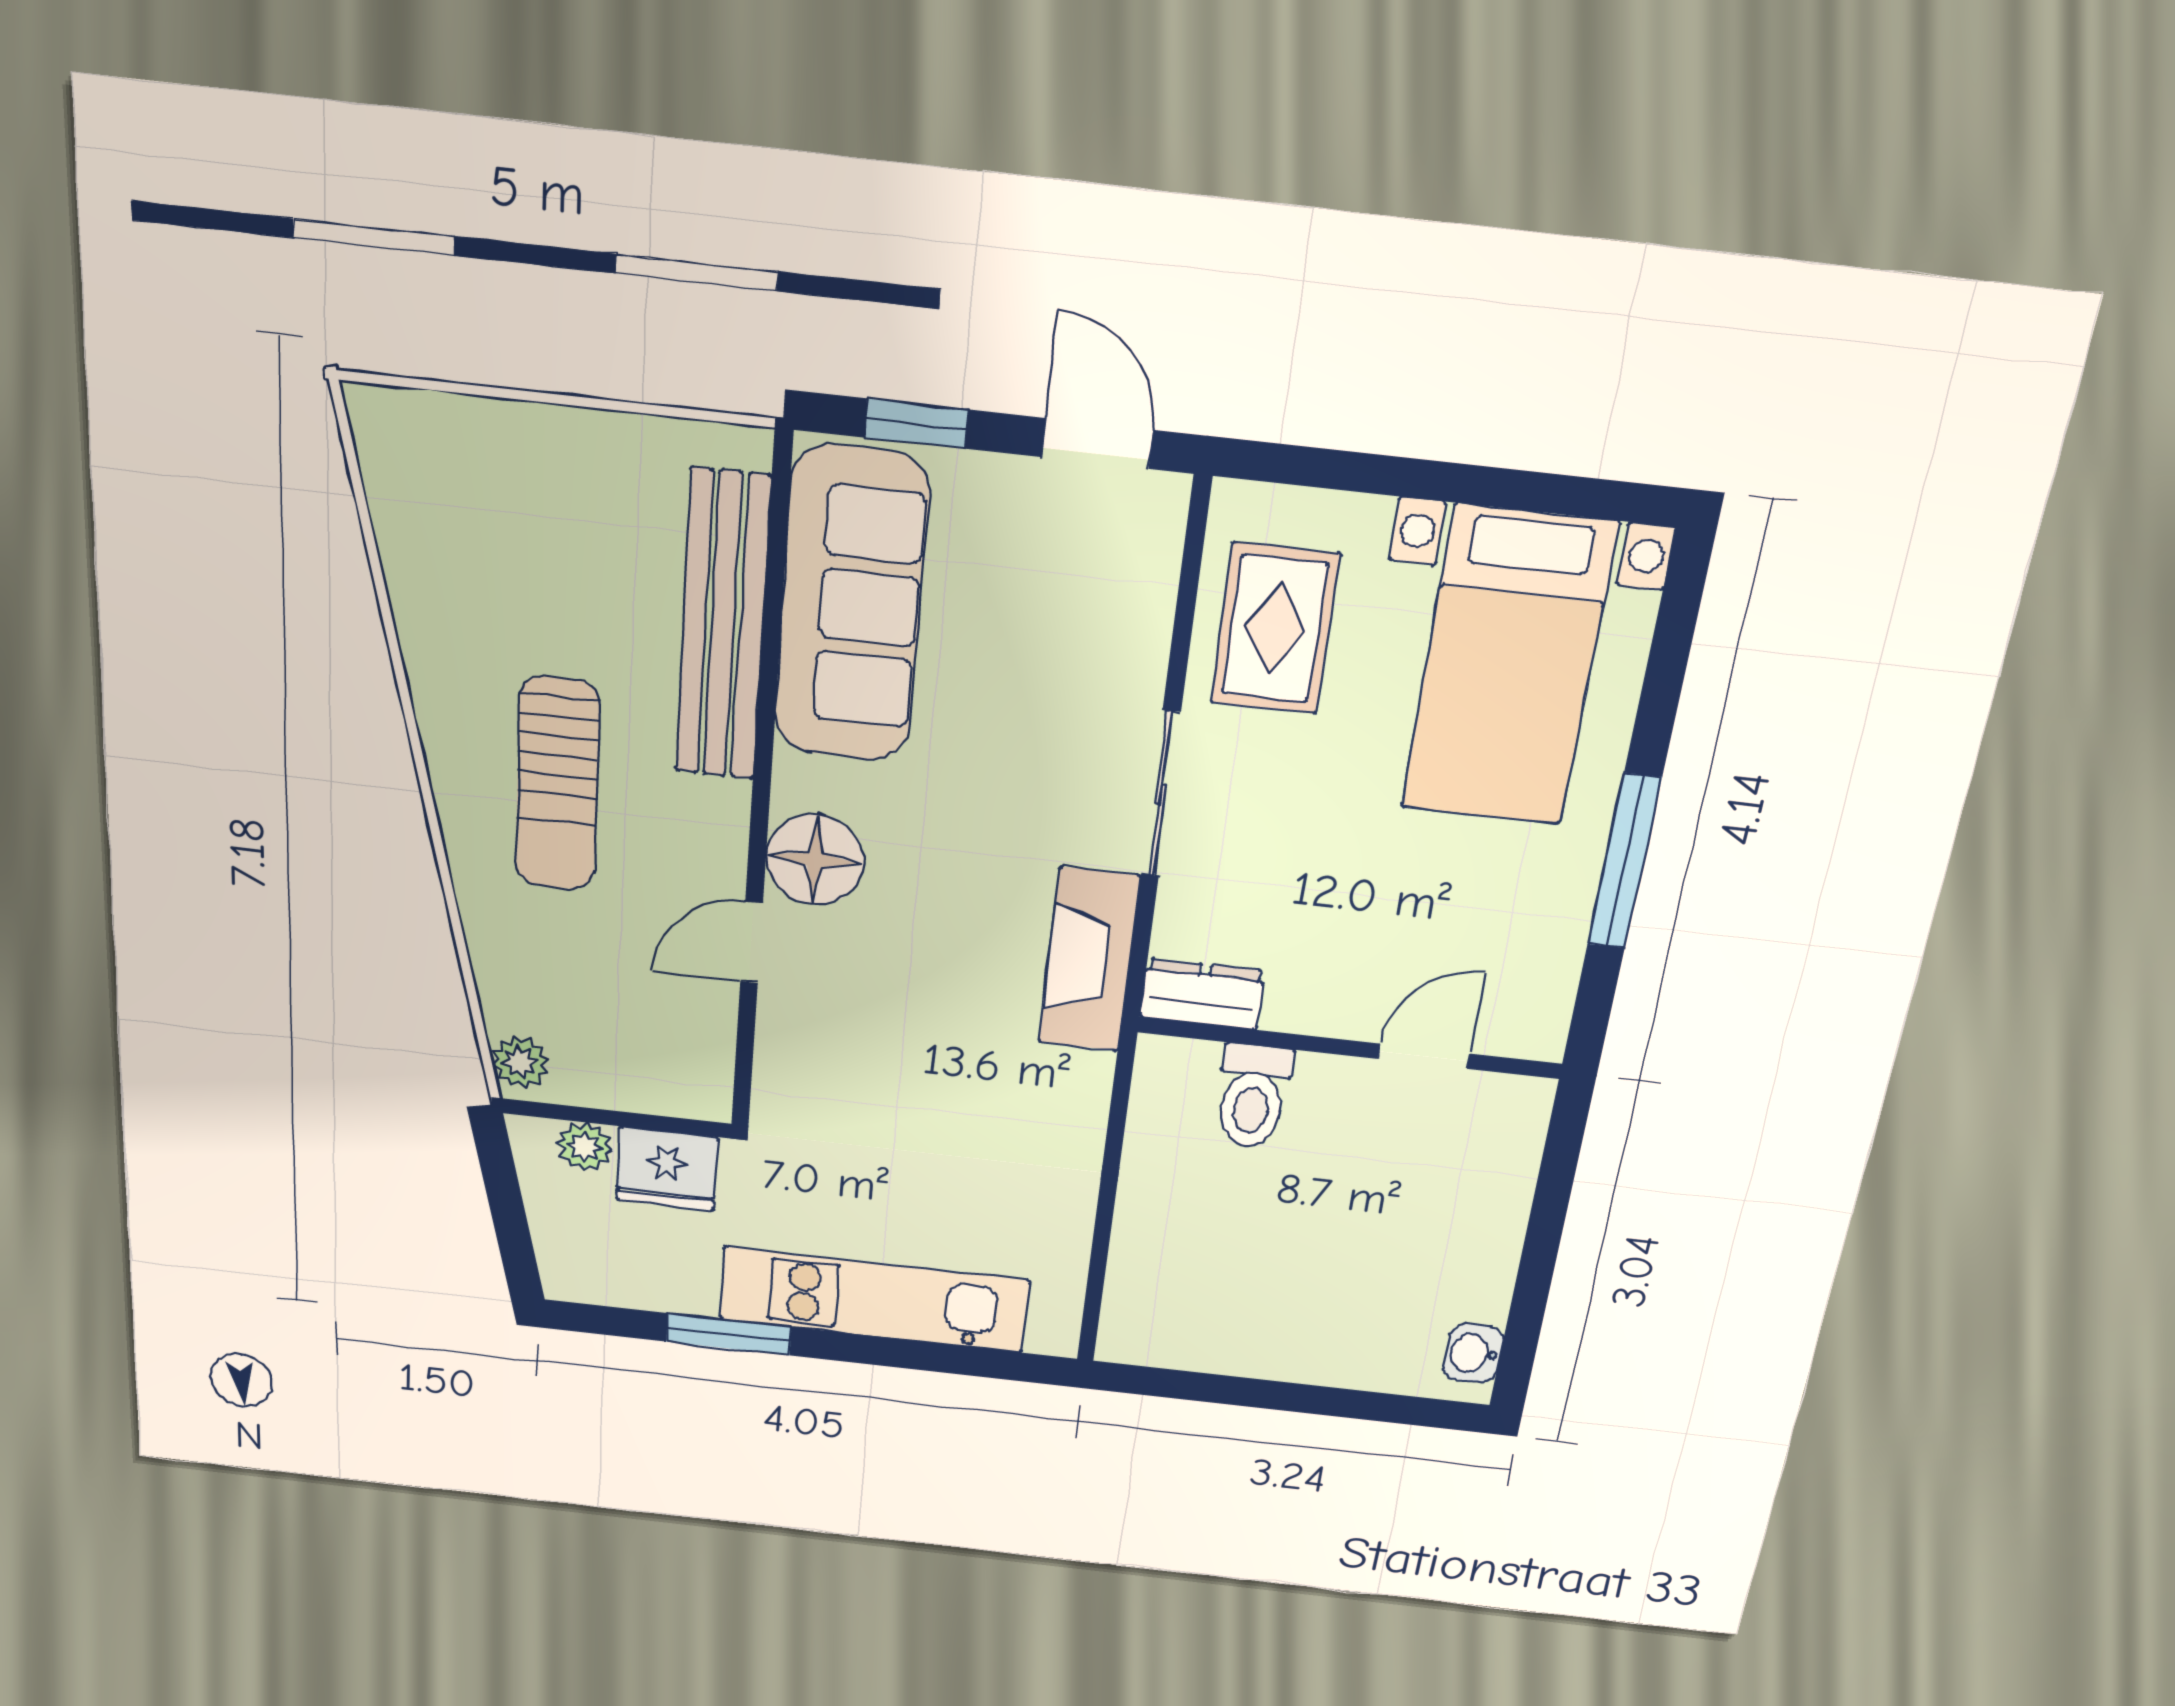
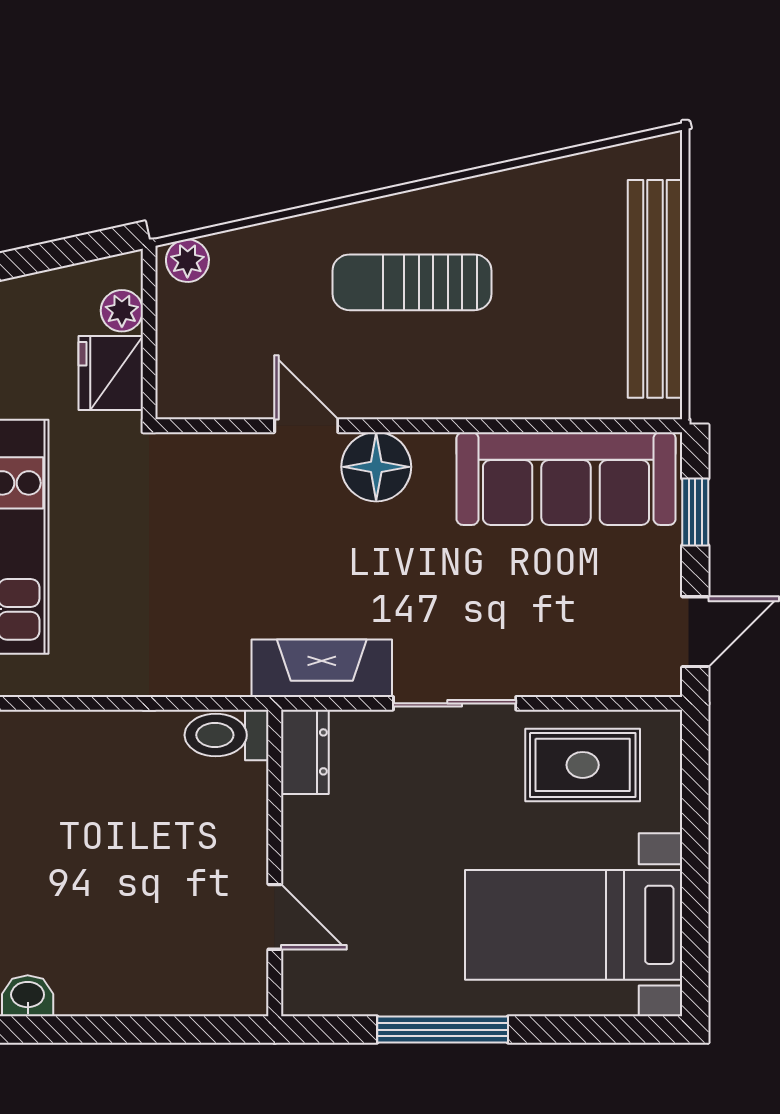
bench: (723, 626) -> (655, 289), moved, turned 90
toilet: (1253, 1096) -> (227, 735), moved

